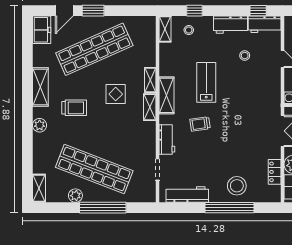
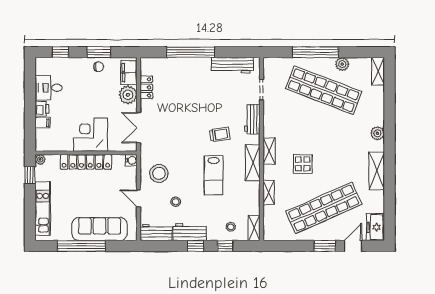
window: (258, 11) -> (195, 246), moved
shelving: (150, 80) -> (269, 193), moved
trolley: (74, 108) -> (343, 150), removed
stool: (237, 186) -> (159, 173), moved

